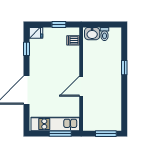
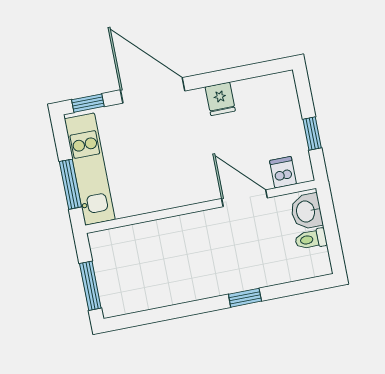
fridge: (36, 33) -> (220, 99), moved
window: (27, 49) -> (88, 103), moved
door: (81, 86) -> (244, 198), moved

